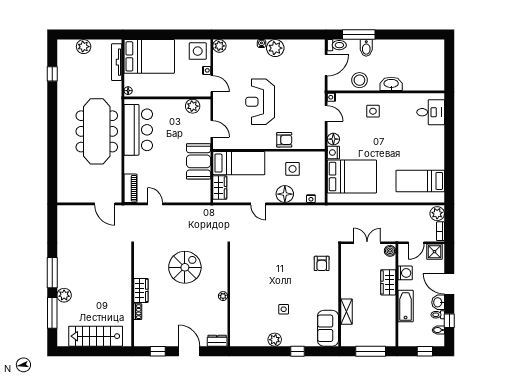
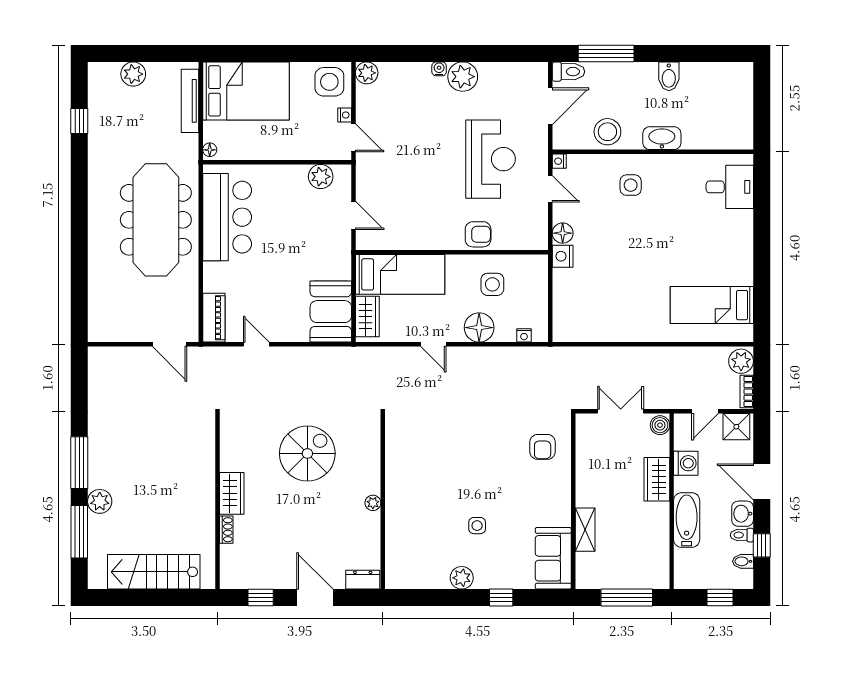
bidet: (366, 48) -> (669, 76), moved
reception desk: (260, 102) -> (491, 159), moved, turned 180
booth: (199, 161) -> (331, 312), moved
bed: (352, 176) -> (594, 297), removed

